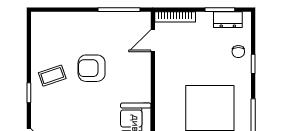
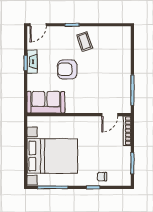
dresser: (228, 20) -> (125, 169), removed
door: (153, 41) -> (110, 115), swing flipped
armchair: (92, 68) -> (67, 69), moved, turned -90

